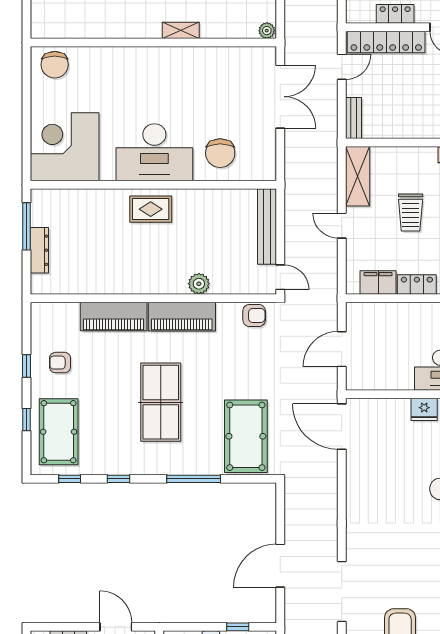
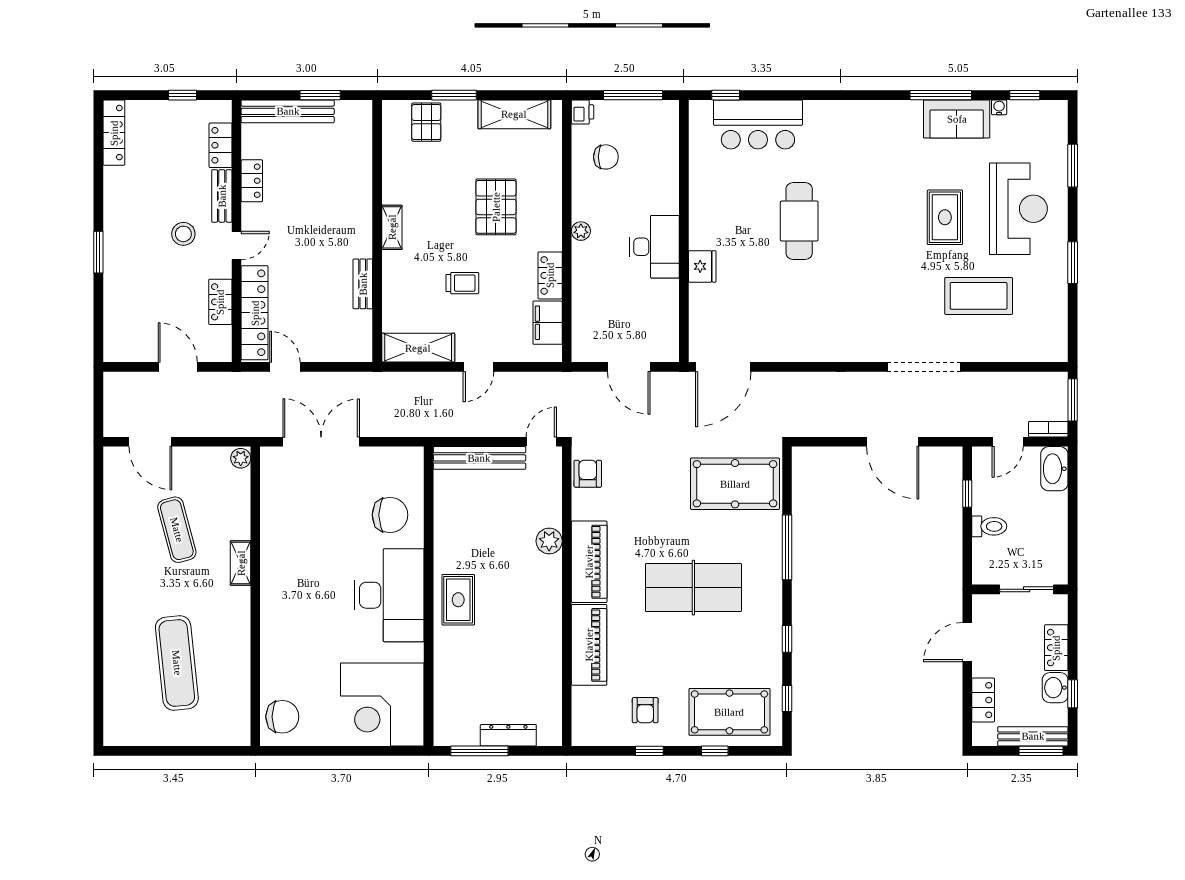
bench: (354, 118) -> (363, 284), moved, turned 90
trolley: (411, 213) -> (462, 283), width x0.73, depth x0.72

